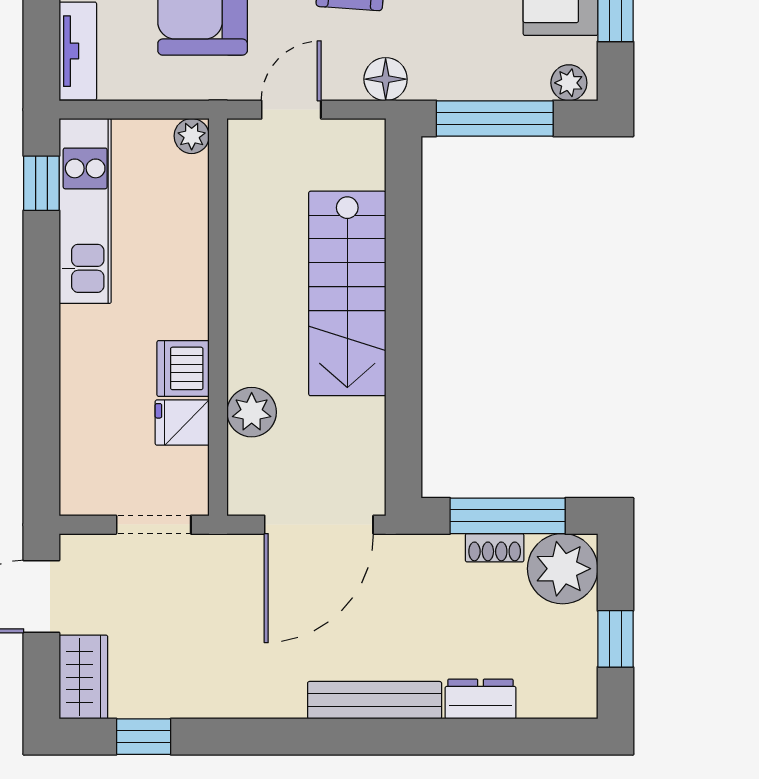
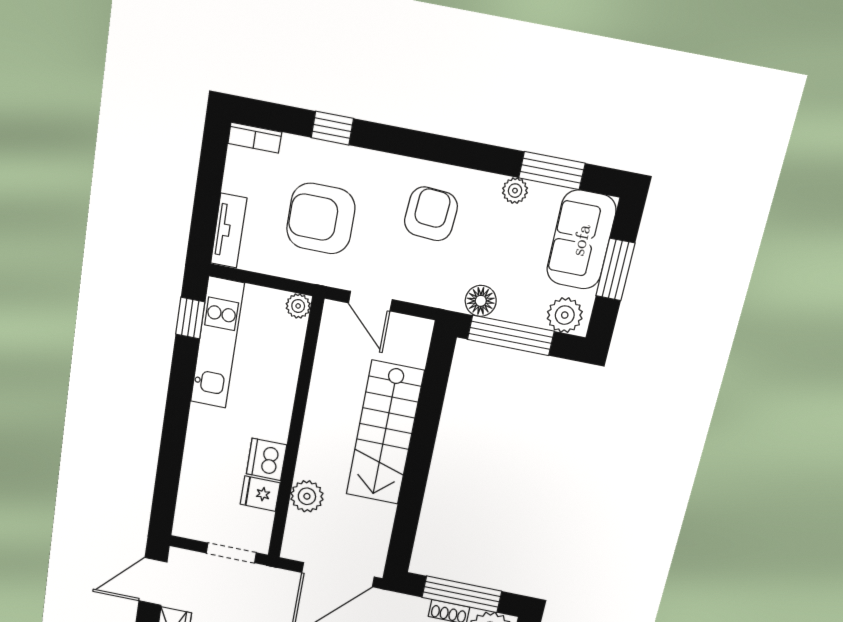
floor lamp: (386, 79) -> (481, 301), moved
plant: (569, 83) -> (565, 315), width x1.38, depth x1.38
door: (291, 110) -> (370, 301), swing flipped

